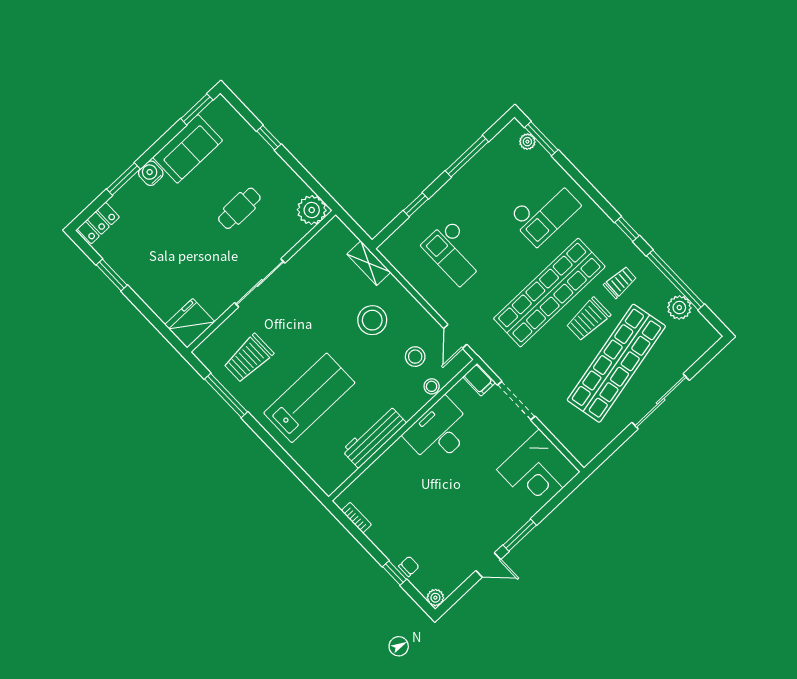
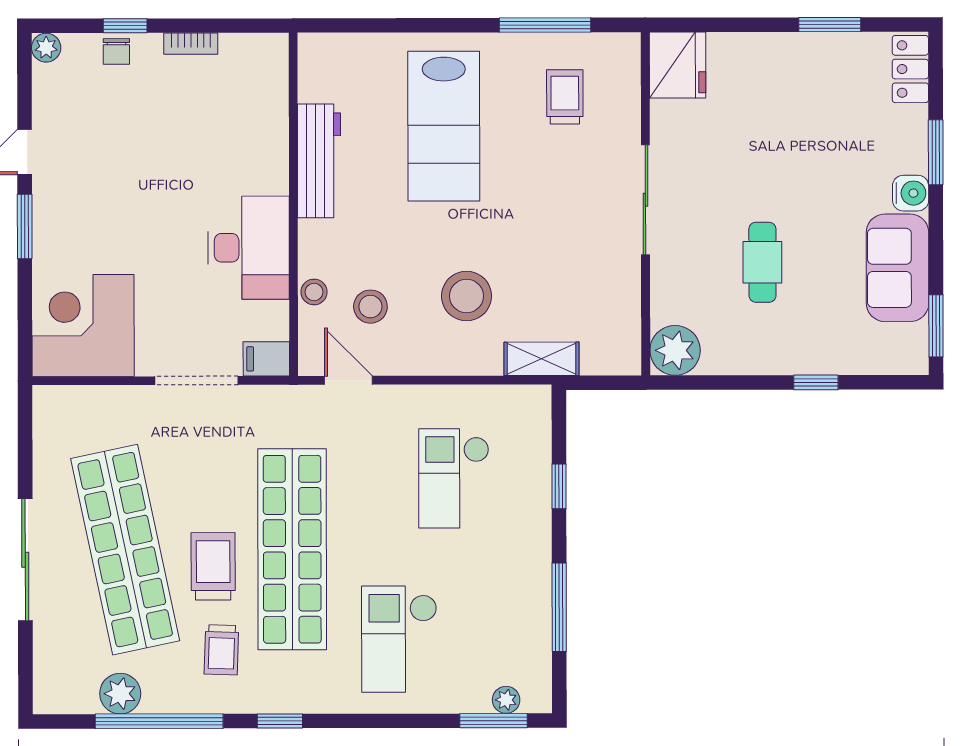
checkout: (455, 252) -> (454, 478), turned -90
trolley: (249, 358) -> (565, 97), width x0.73, depth x0.72
bookcase: (356, 518) -> (191, 44), moved

